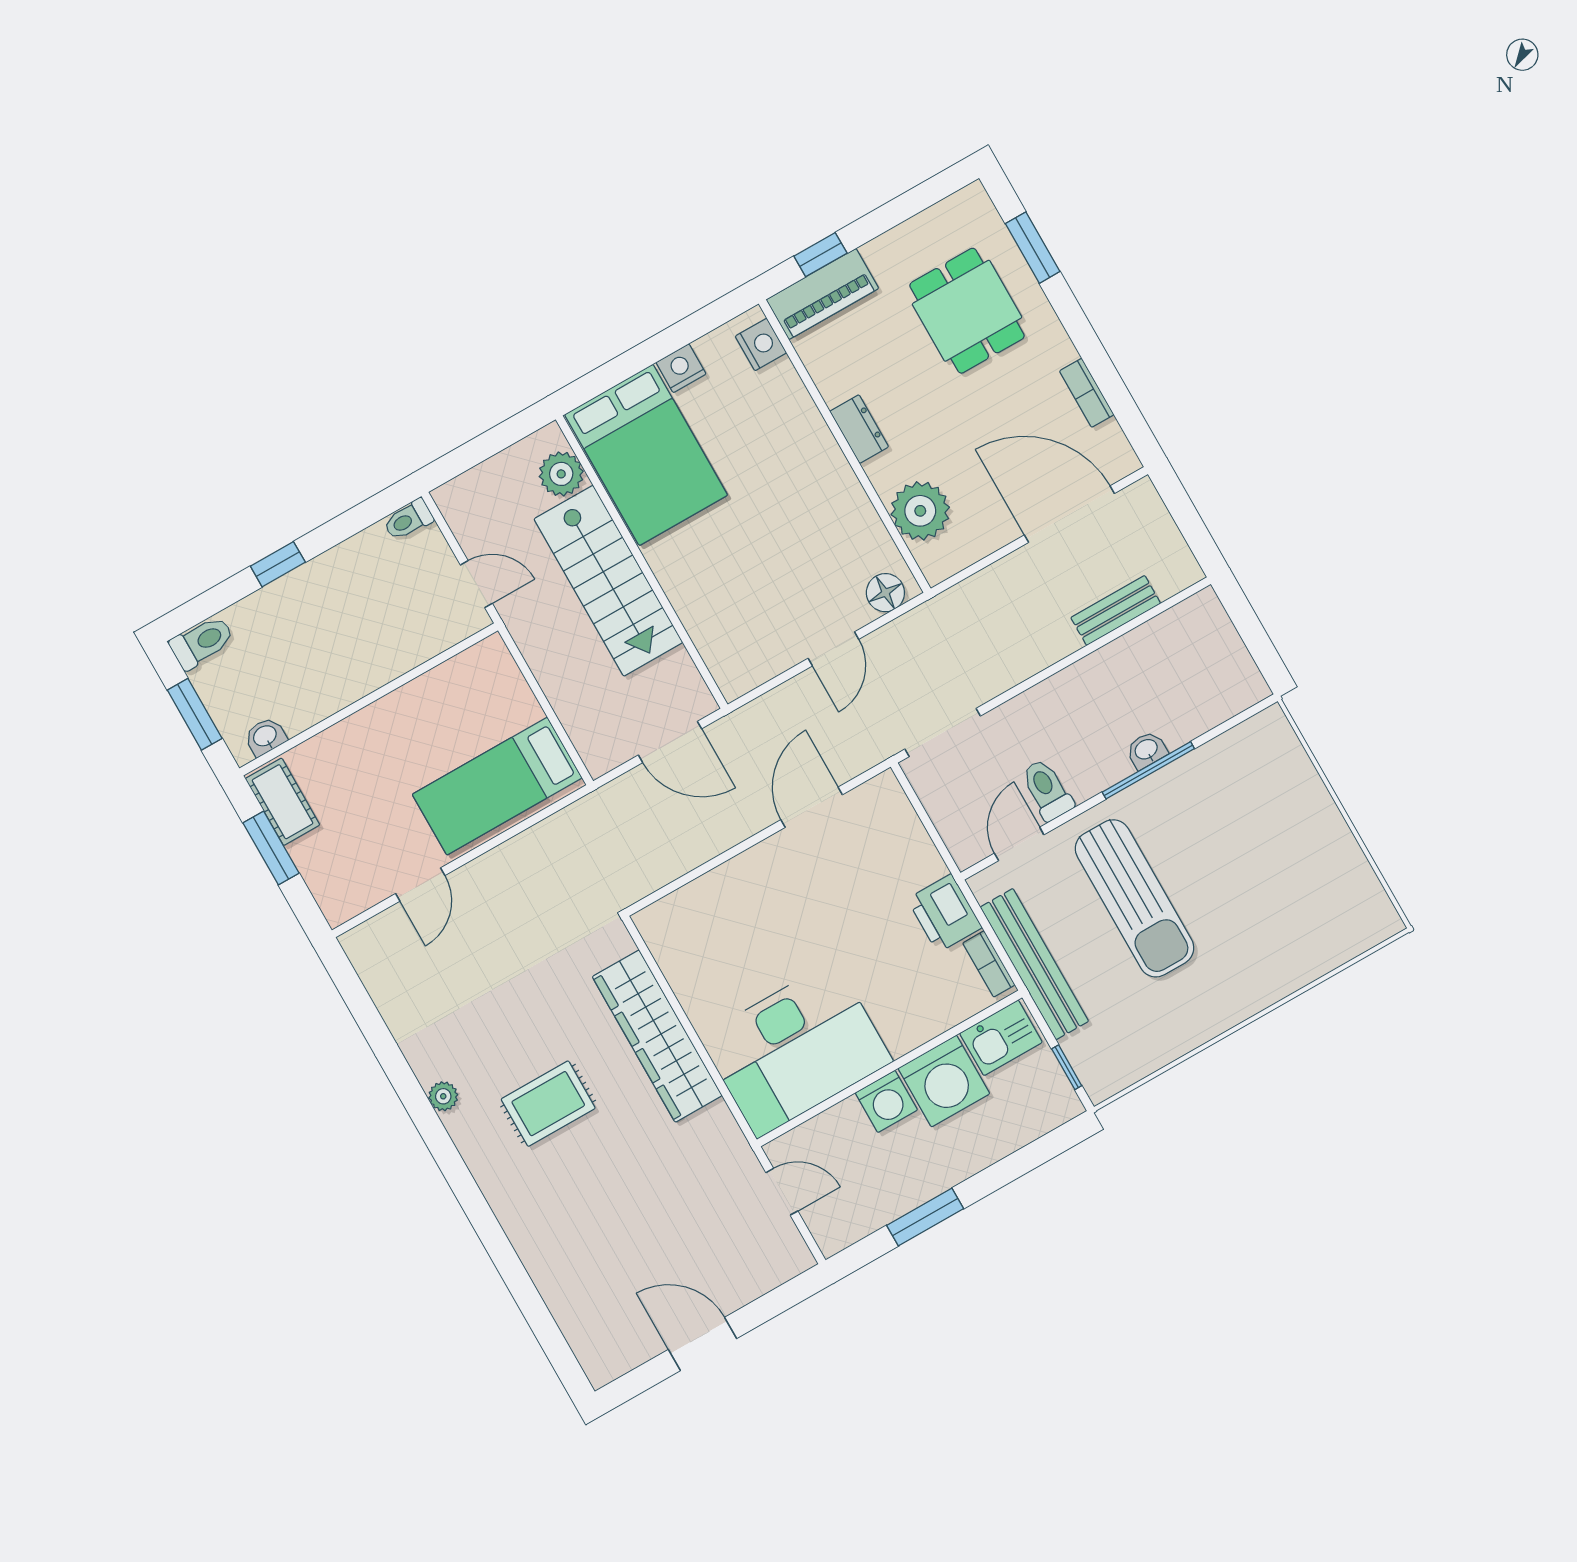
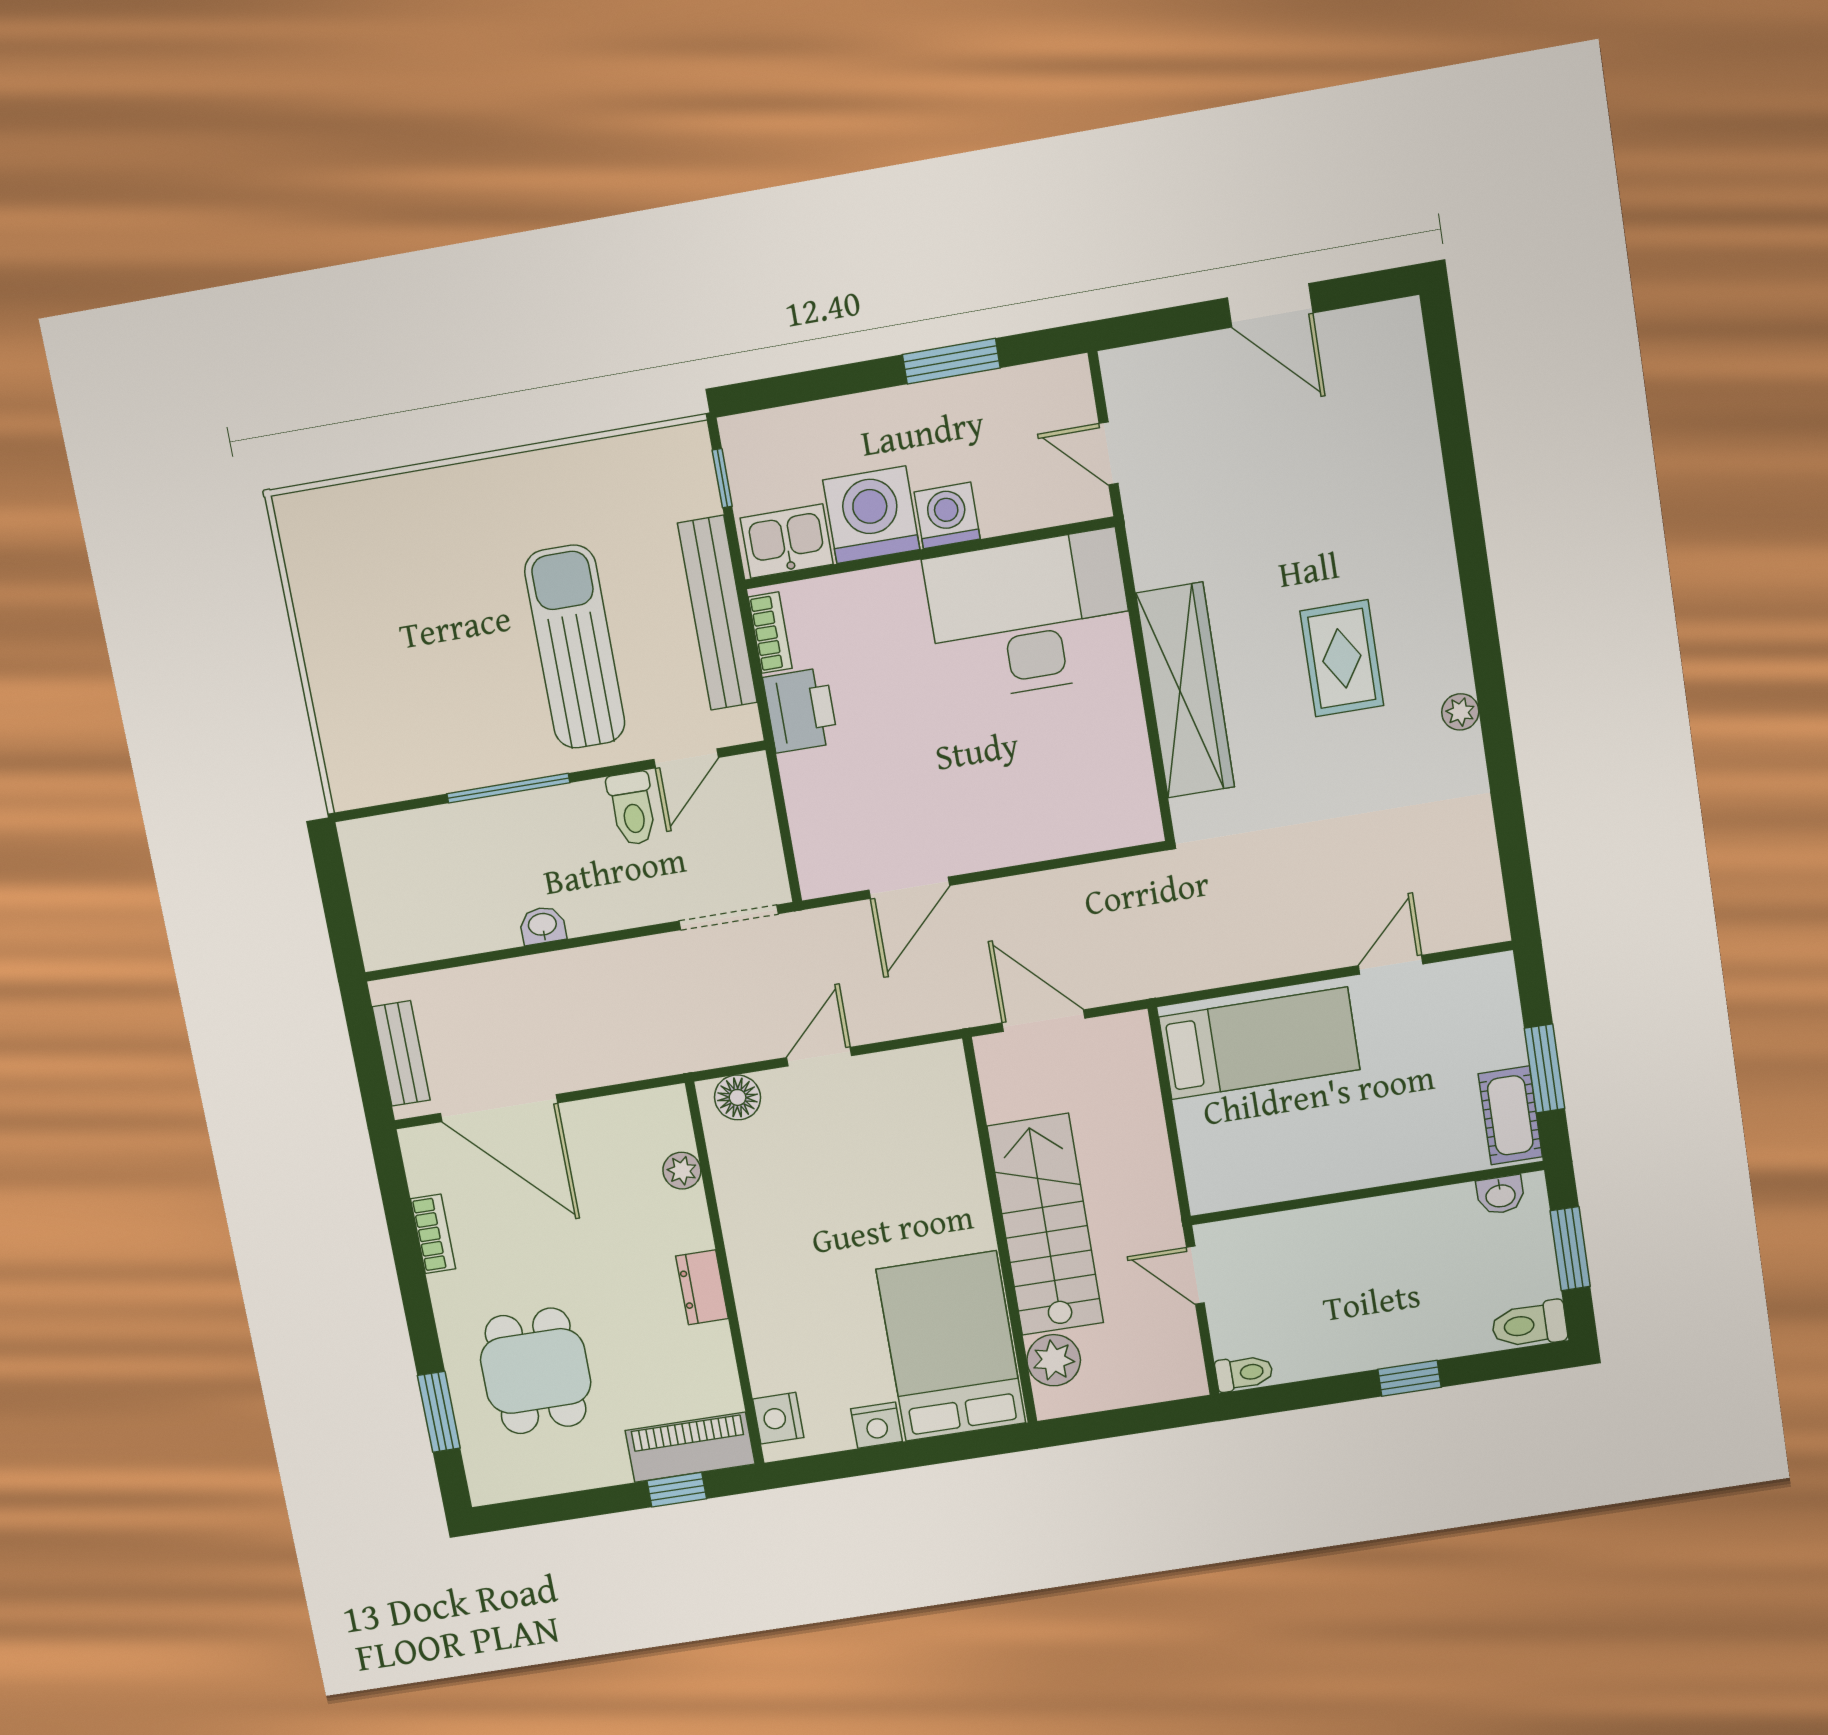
plant: (920, 511) -> (682, 1171), width x0.53, depth x0.53
bench: (1116, 610) -> (401, 1053), moved, turned 90
washbasin: (1147, 750) -> (543, 925), moved, turned 180
rug: (548, 1104) -> (1342, 658), turned 90

